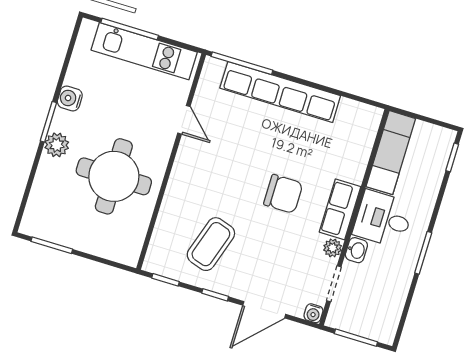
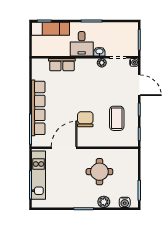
water cooler: (70, 98) -> (125, 202), moved
door: (184, 120) -> (64, 148), width x1.88
plant: (57, 145) -> (104, 202), moved
exam couch: (391, 153) -> (51, 29), moved, turned 180
round table: (114, 176) -> (99, 172), width x0.73, depth x0.73
chair: (283, 194) -> (85, 119), moved
row of seats: (340, 209) -> (62, 65), moved
coffee table: (211, 244) -> (117, 118), turned 72

